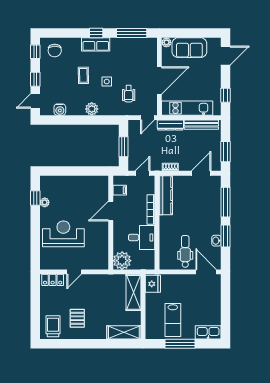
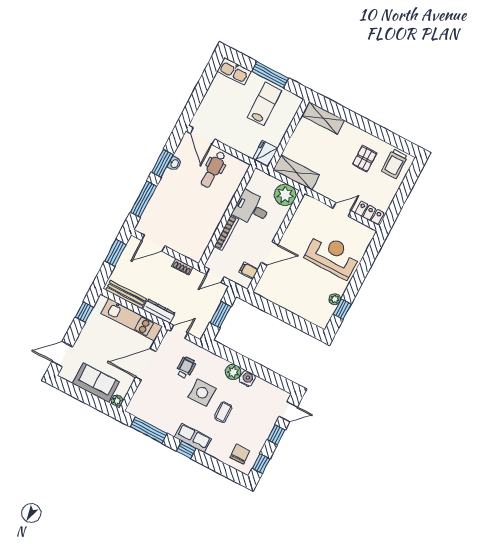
side table: (107, 81) -> (202, 393), width x1.87, depth x1.87
water cooler: (60, 110) -> (247, 379), moved
kitchen counter: (166, 195) -> (203, 240), removed
reception desk: (63, 234) -> (332, 256), turned 180
shelving: (134, 292) -> (296, 172), moved, turned 90

